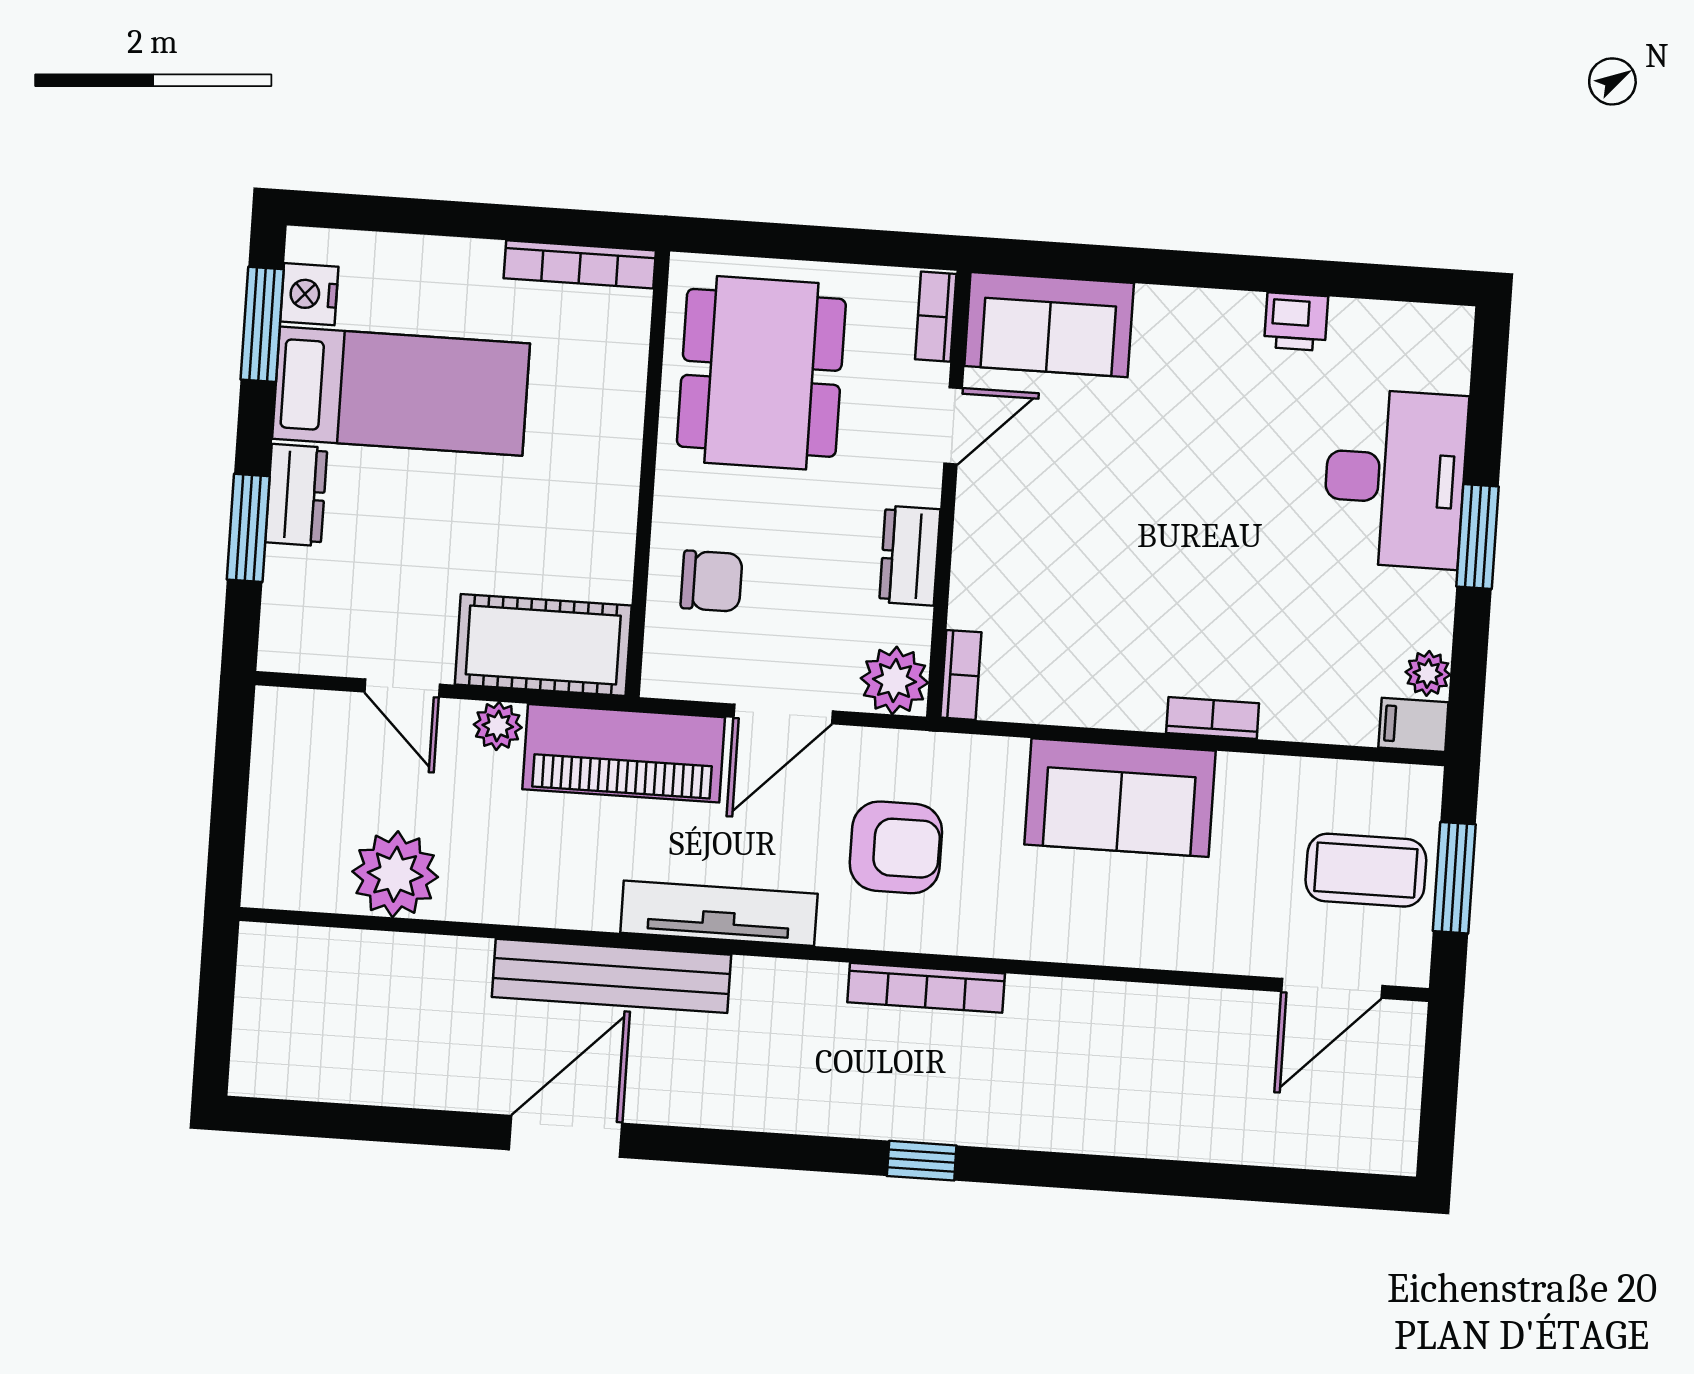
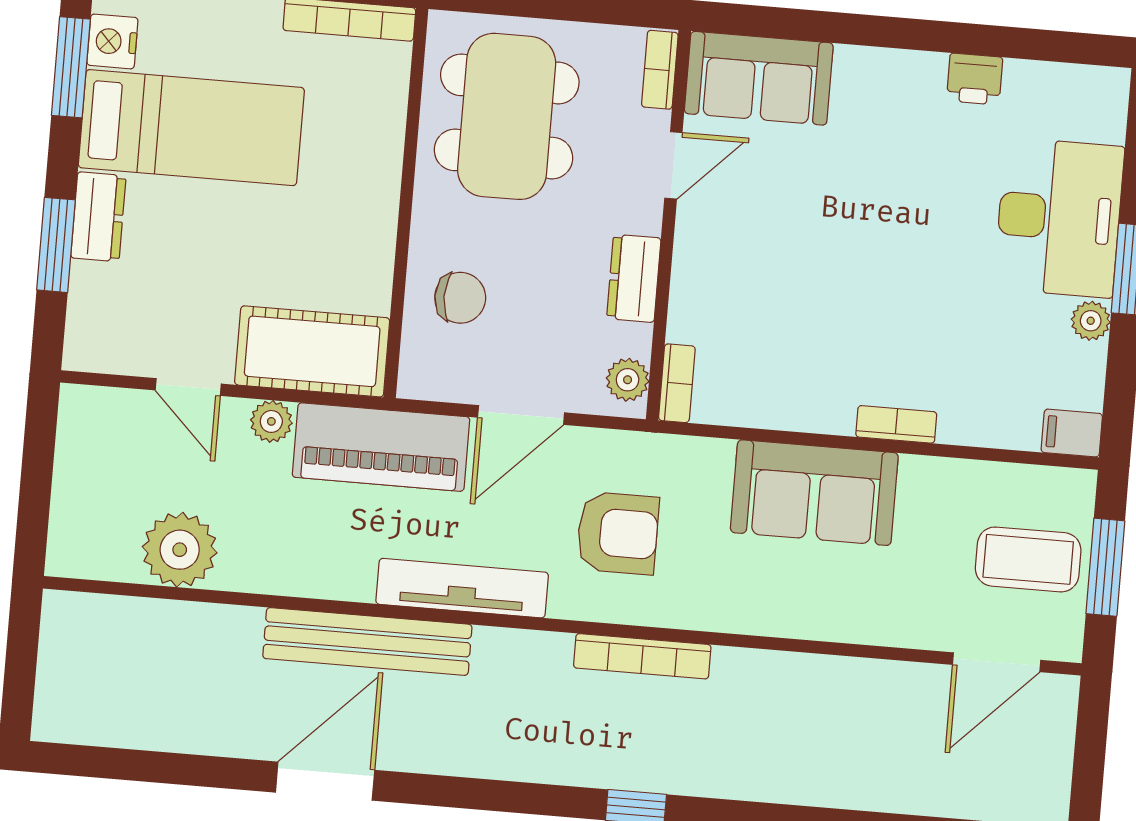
plant: (1428, 673) -> (1091, 321), moved
plant: (895, 680) -> (628, 380), width x0.73, depth x0.73

